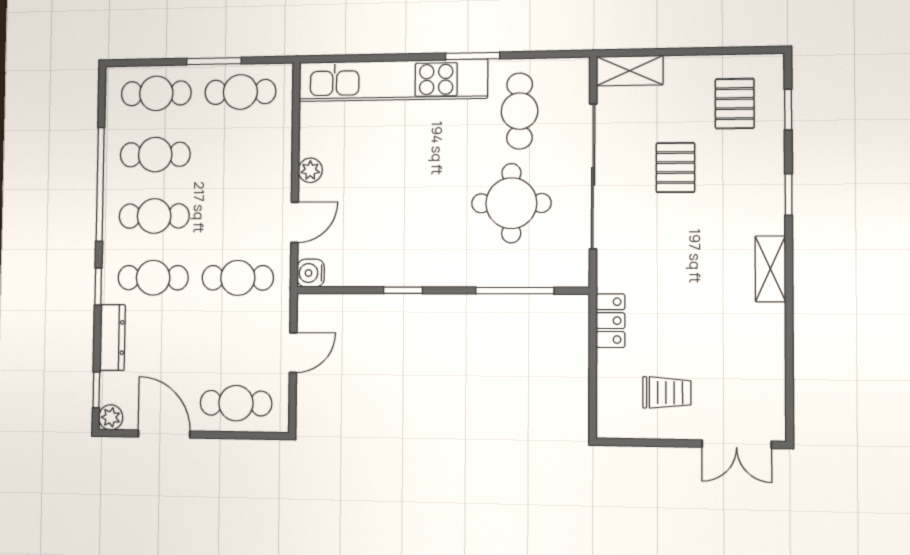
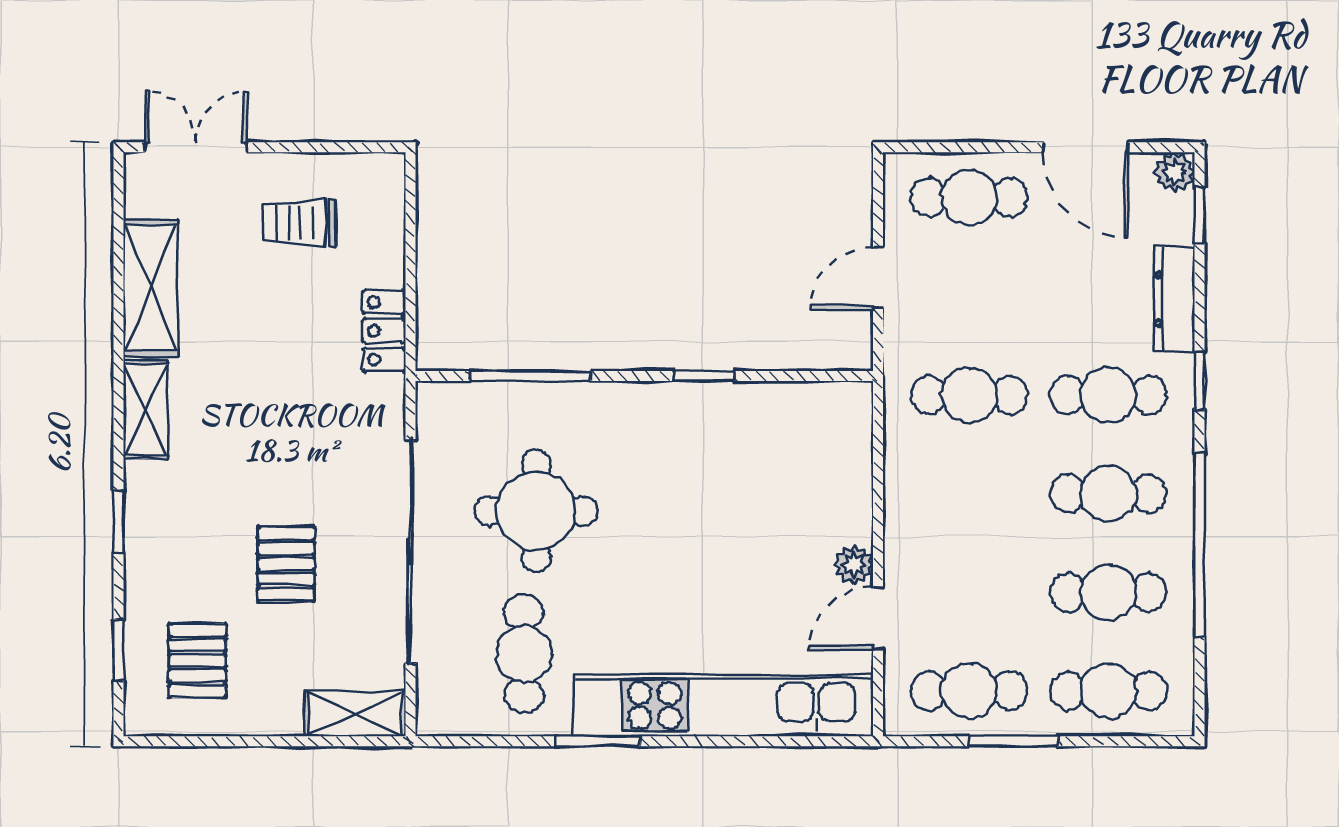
door: (295, 222) -> (878, 618), moved
water cooler: (311, 273) -> (851, 403), removed
shelving: (767, 350) -> (151, 288), added

